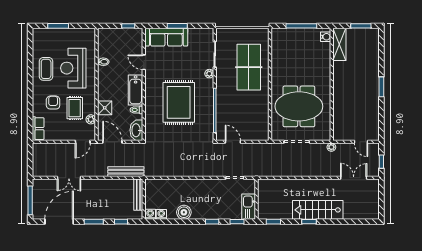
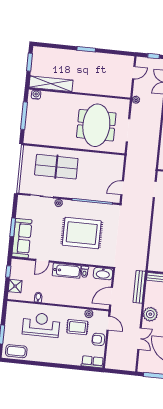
shelving: (339, 44) -> (51, 84), width x1.47
reception desk: (73, 68) -> (41, 325), turned 180
coffee table: (46, 69) -> (16, 351), moved
armchair: (53, 103) -> (98, 339), moved
shower: (105, 108) -> (15, 286), moved
plant: (97, 187) -> (150, 314), added

